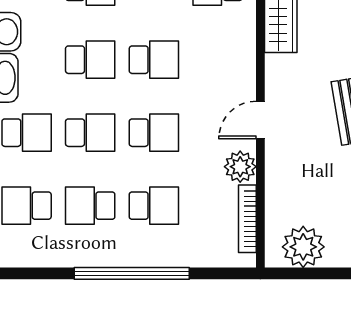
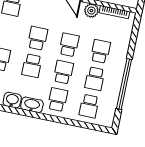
school desk: (90, 60) -> (32, 66), turned 180
window: (132, 273) -> (124, 84), moved

